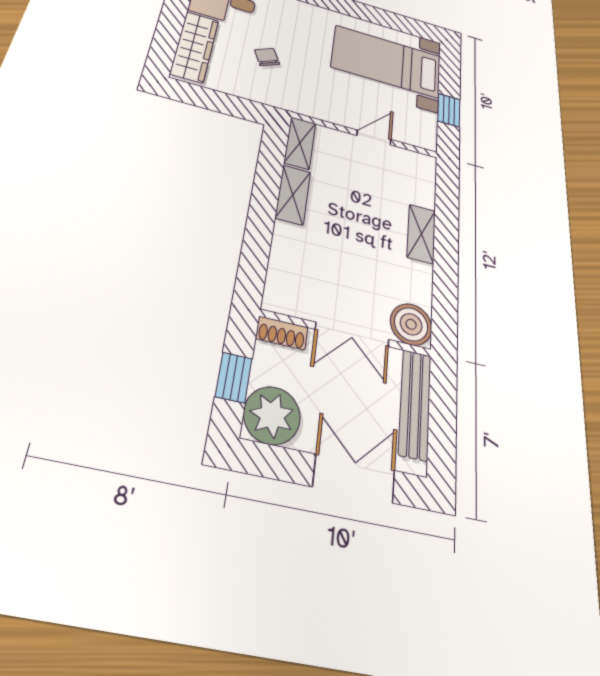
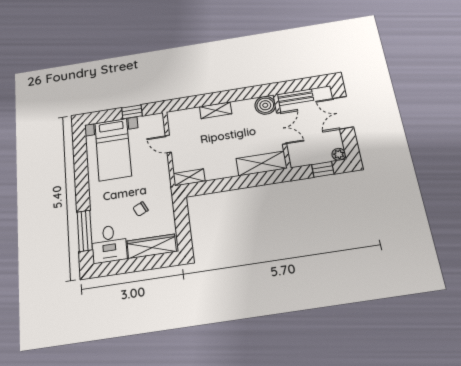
shelving: (293, 195) -> (262, 163), moved, width x1.50, depth x1.33
shoe rack: (282, 333) -> (294, 157), removed
bench: (415, 404) -> (295, 97), width x0.73
plant: (272, 415) -> (339, 154), width x0.53, depth x0.53

